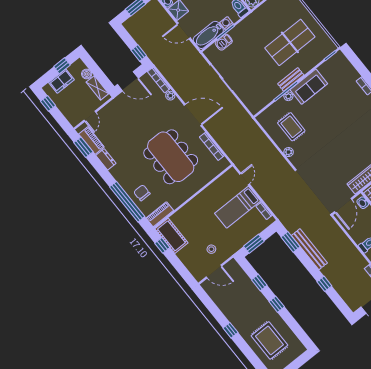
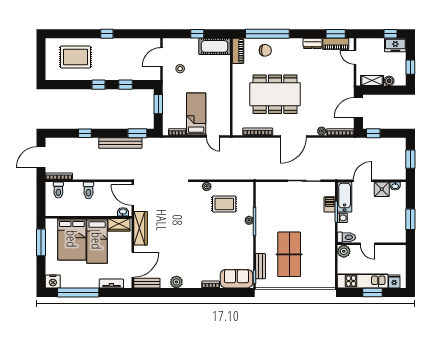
bench: (291, 79) -> (260, 266), moved
freezer: (61, 81) -> (395, 45), moved, turned -90
sofa: (309, 87) -> (236, 279), moved, turned 90
window: (162, 245) -> (197, 34), moved

